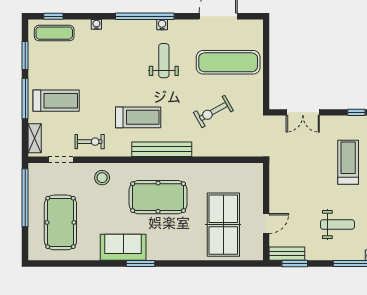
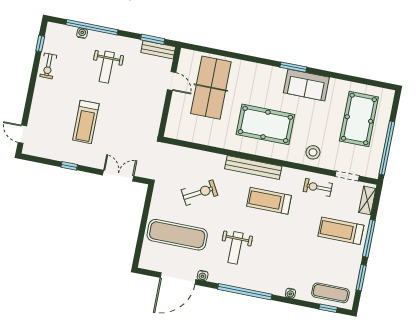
water cooler: (162, 25) -> (203, 276), moved
door: (266, 223) -> (172, 81), swing flipped
weight bench: (337, 224) -> (107, 67), turned -90

